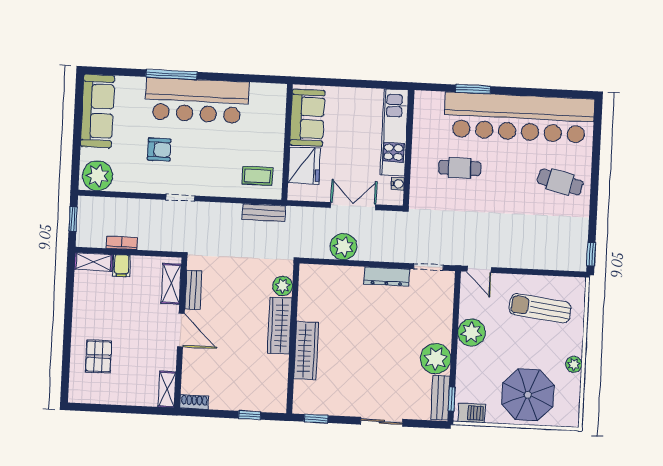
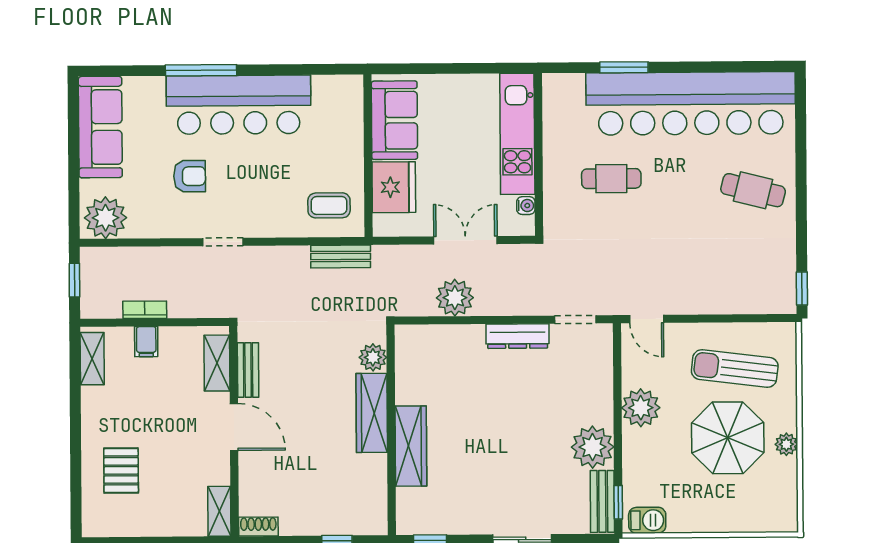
shelving: (93, 262) -> (92, 359), moved, turned 90
parasol: (528, 395) -> (728, 438), moved

